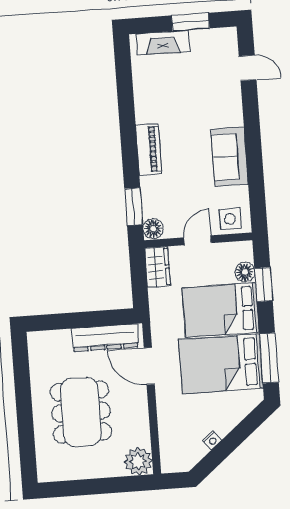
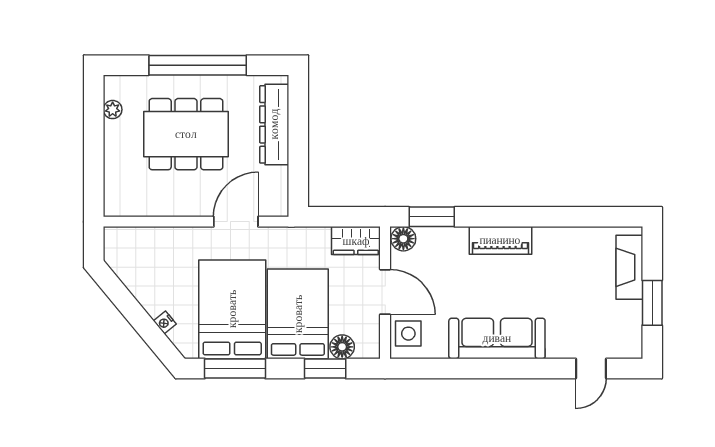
sofa: (230, 157) -> (497, 338), width x1.36
door: (198, 240) -> (385, 292), width x1.38
dresser: (105, 338) -> (274, 124), moved
window: (24, 407) -> (198, 65), added
nightstand: (212, 440) -> (165, 322), moved
plant: (138, 461) -> (113, 110), moved, width x0.53, depth x0.53

